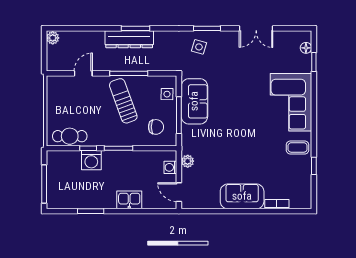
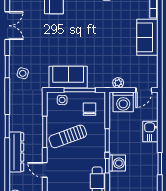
dresser: (129, 39) -> (16, 152), moved
washing machine: (170, 167) -> (123, 102), width x1.89, depth x1.89

